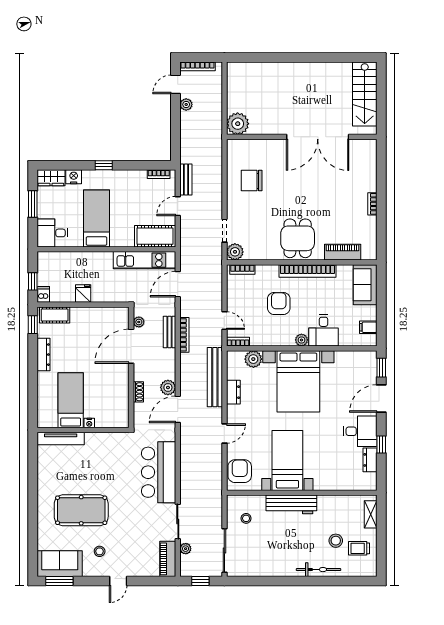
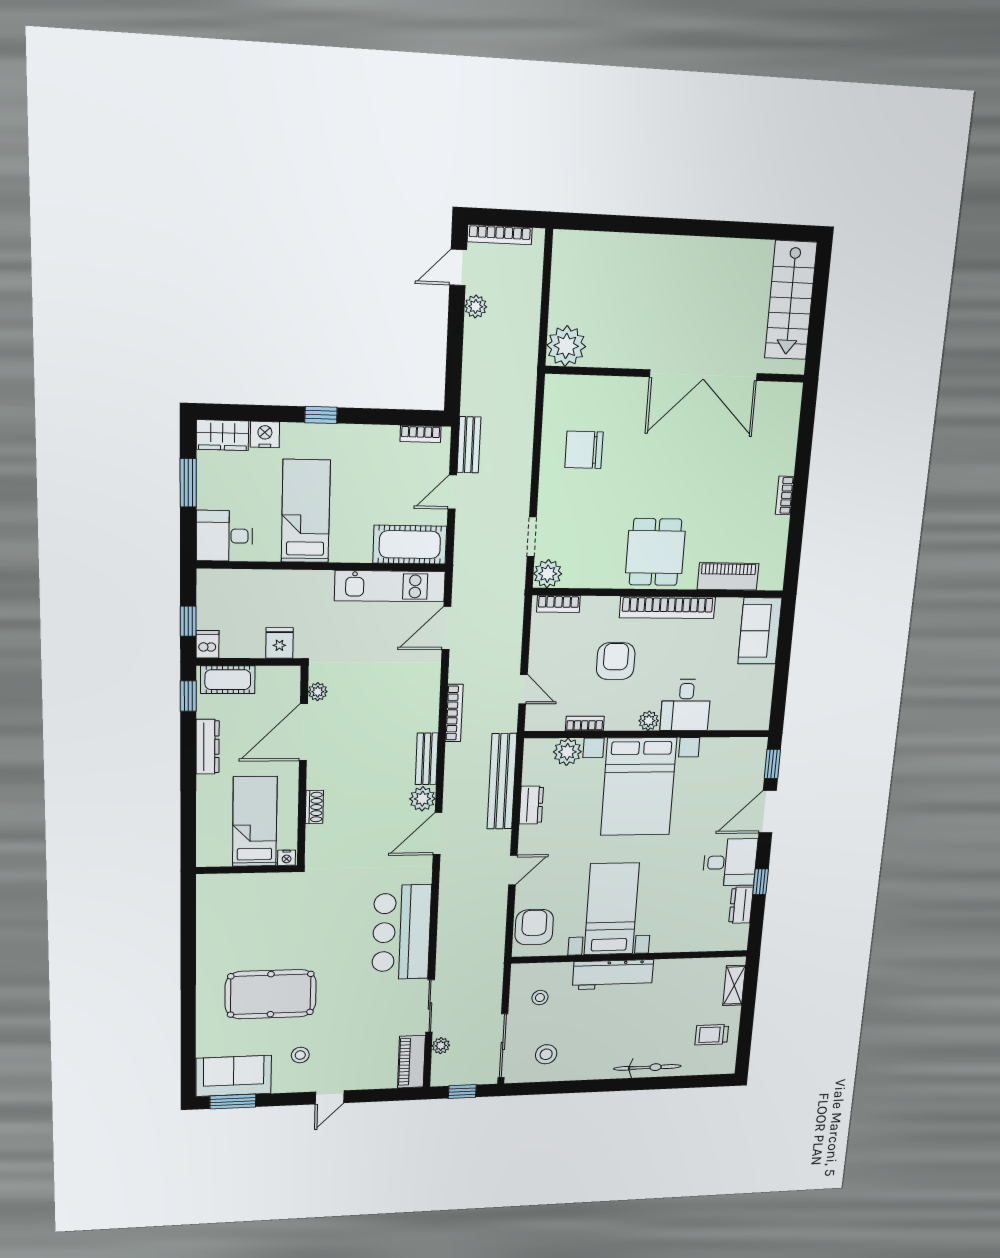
plant: (139, 322) -> (318, 692), moved
filing cabinet: (368, 327) -> (758, 700), removed
bench: (170, 332) -> (427, 759), moved
bookcase: (238, 342) -> (585, 724), moved
door: (131, 346) -> (303, 732), moved
wall: (131, 367) -> (303, 767), moved
shoe rack: (138, 392) -> (314, 807), moved
tv unit: (61, 439) -> (237, 883), removed
stool: (336, 541) -> (546, 1054), moved

